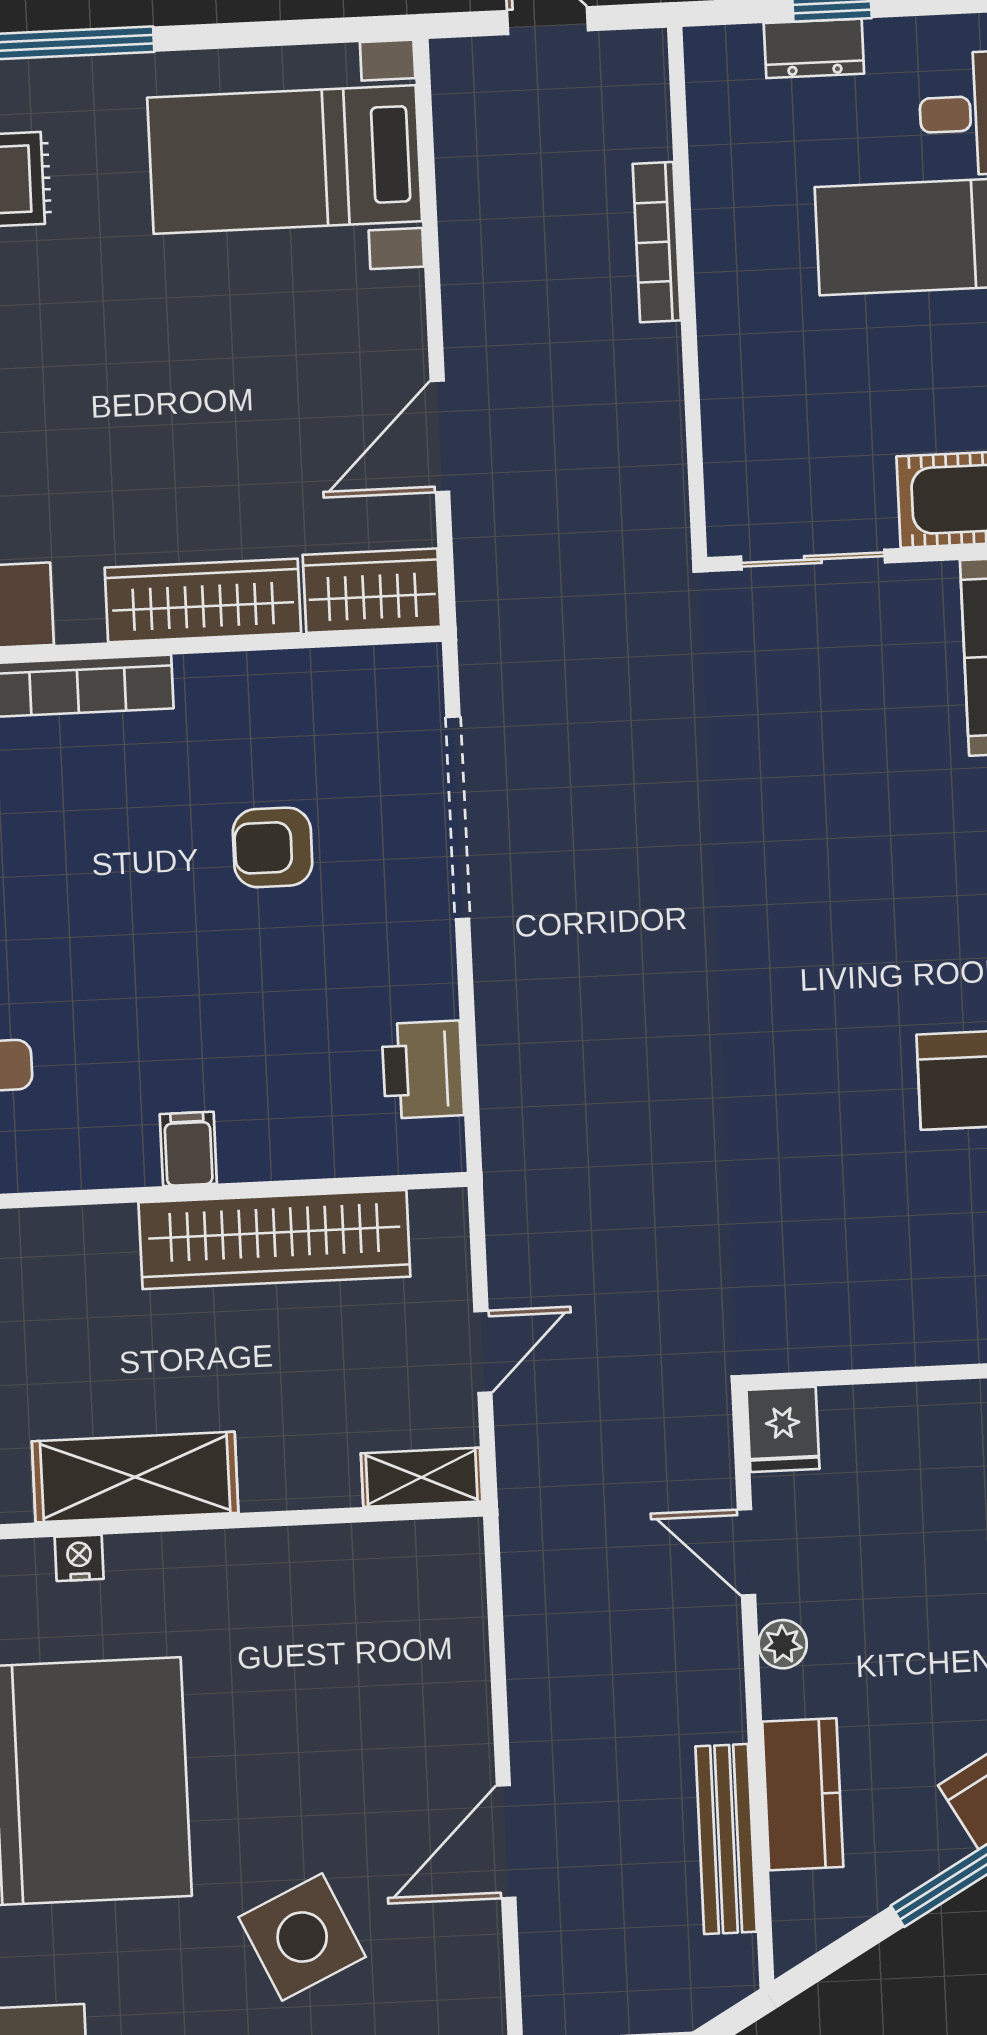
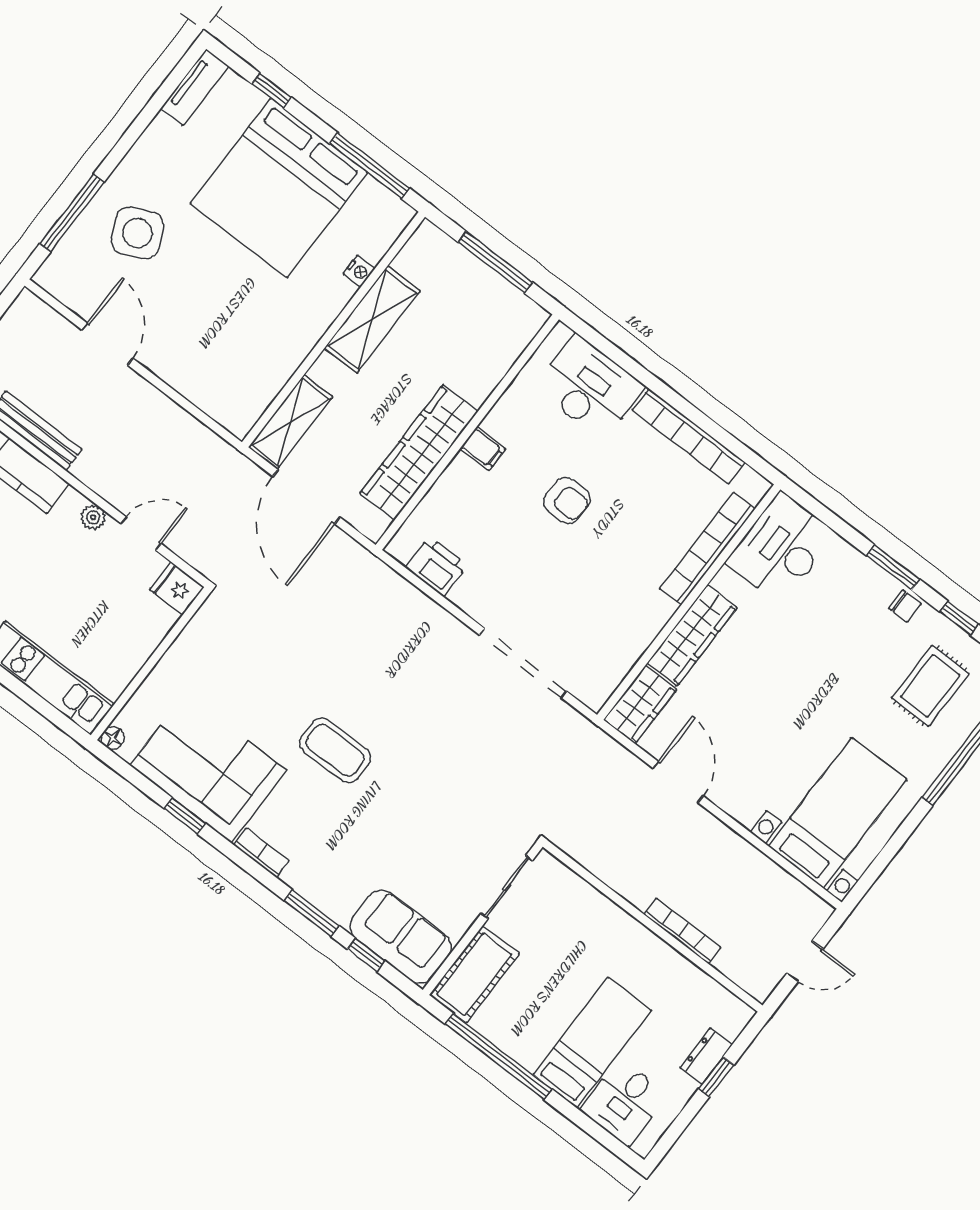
armchair: (273, 847) -> (567, 500), moved, turned 90
coffee table: (825, 989) -> (335, 750), added
door: (483, 1352) -> (306, 497), width x1.88
shelving: (422, 1477) -> (290, 422), width x1.50, depth x1.33

